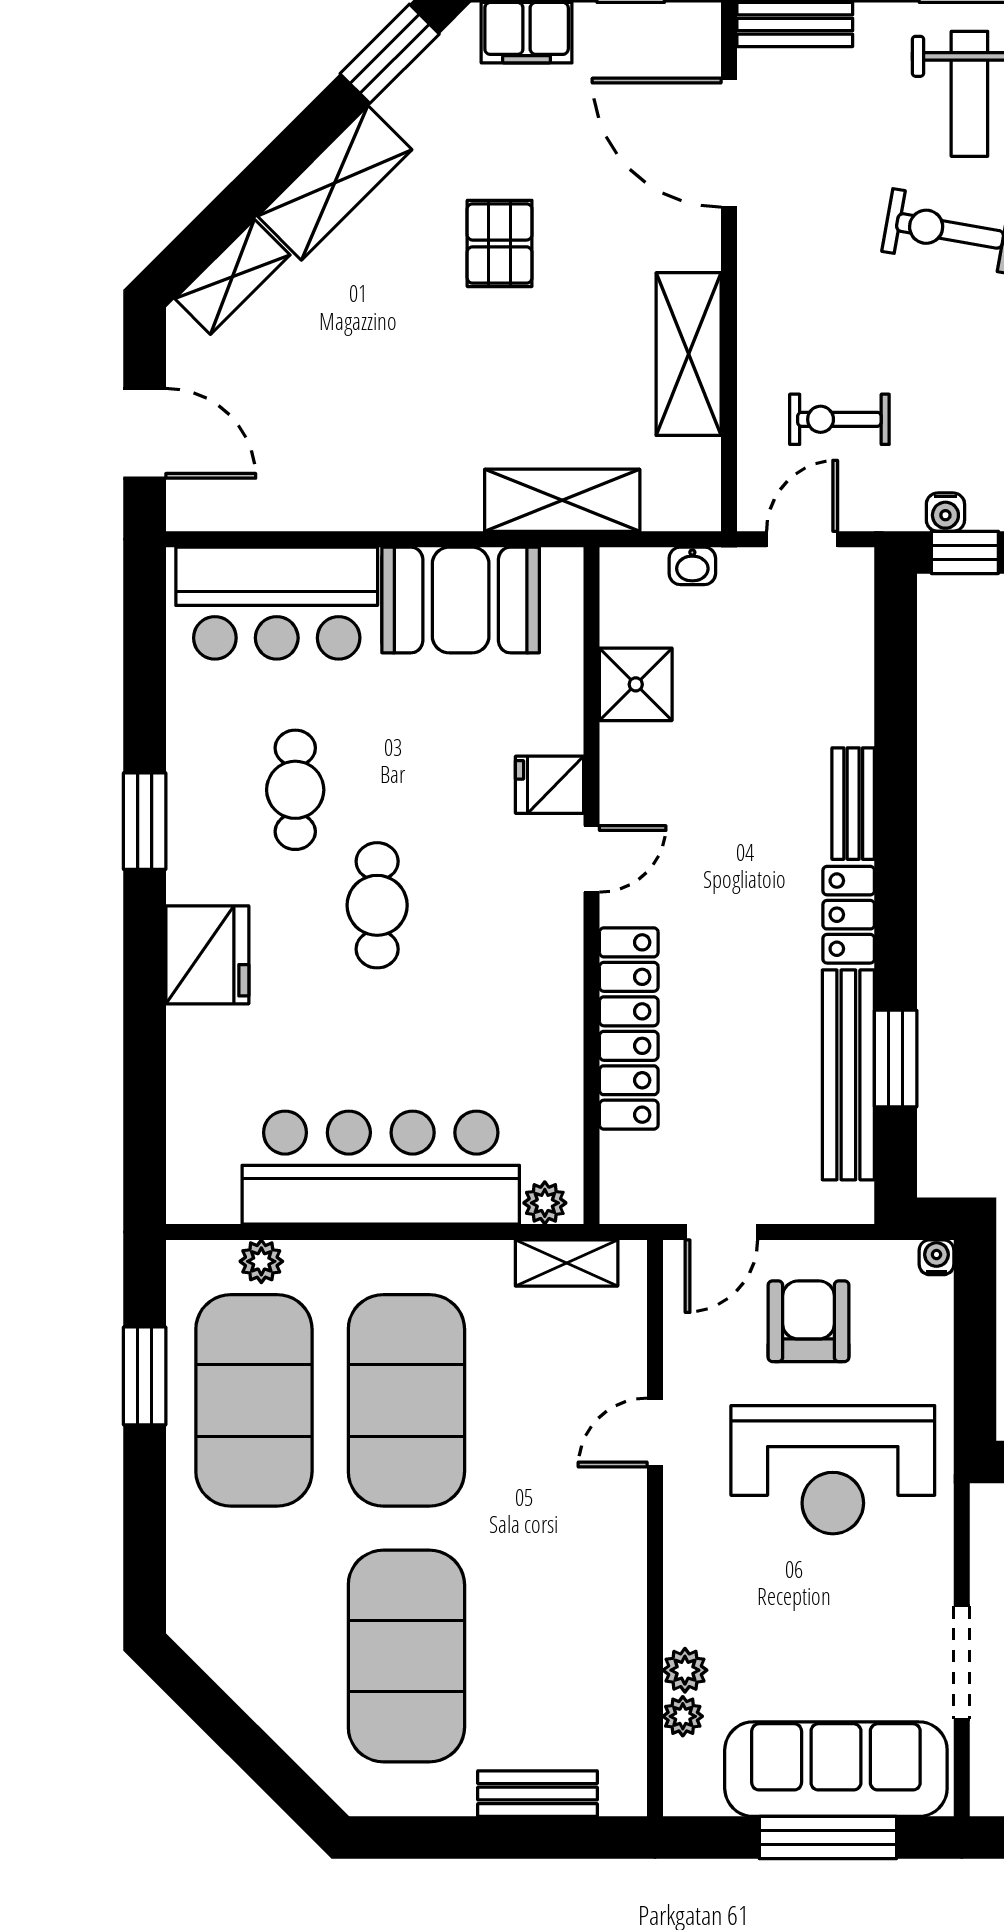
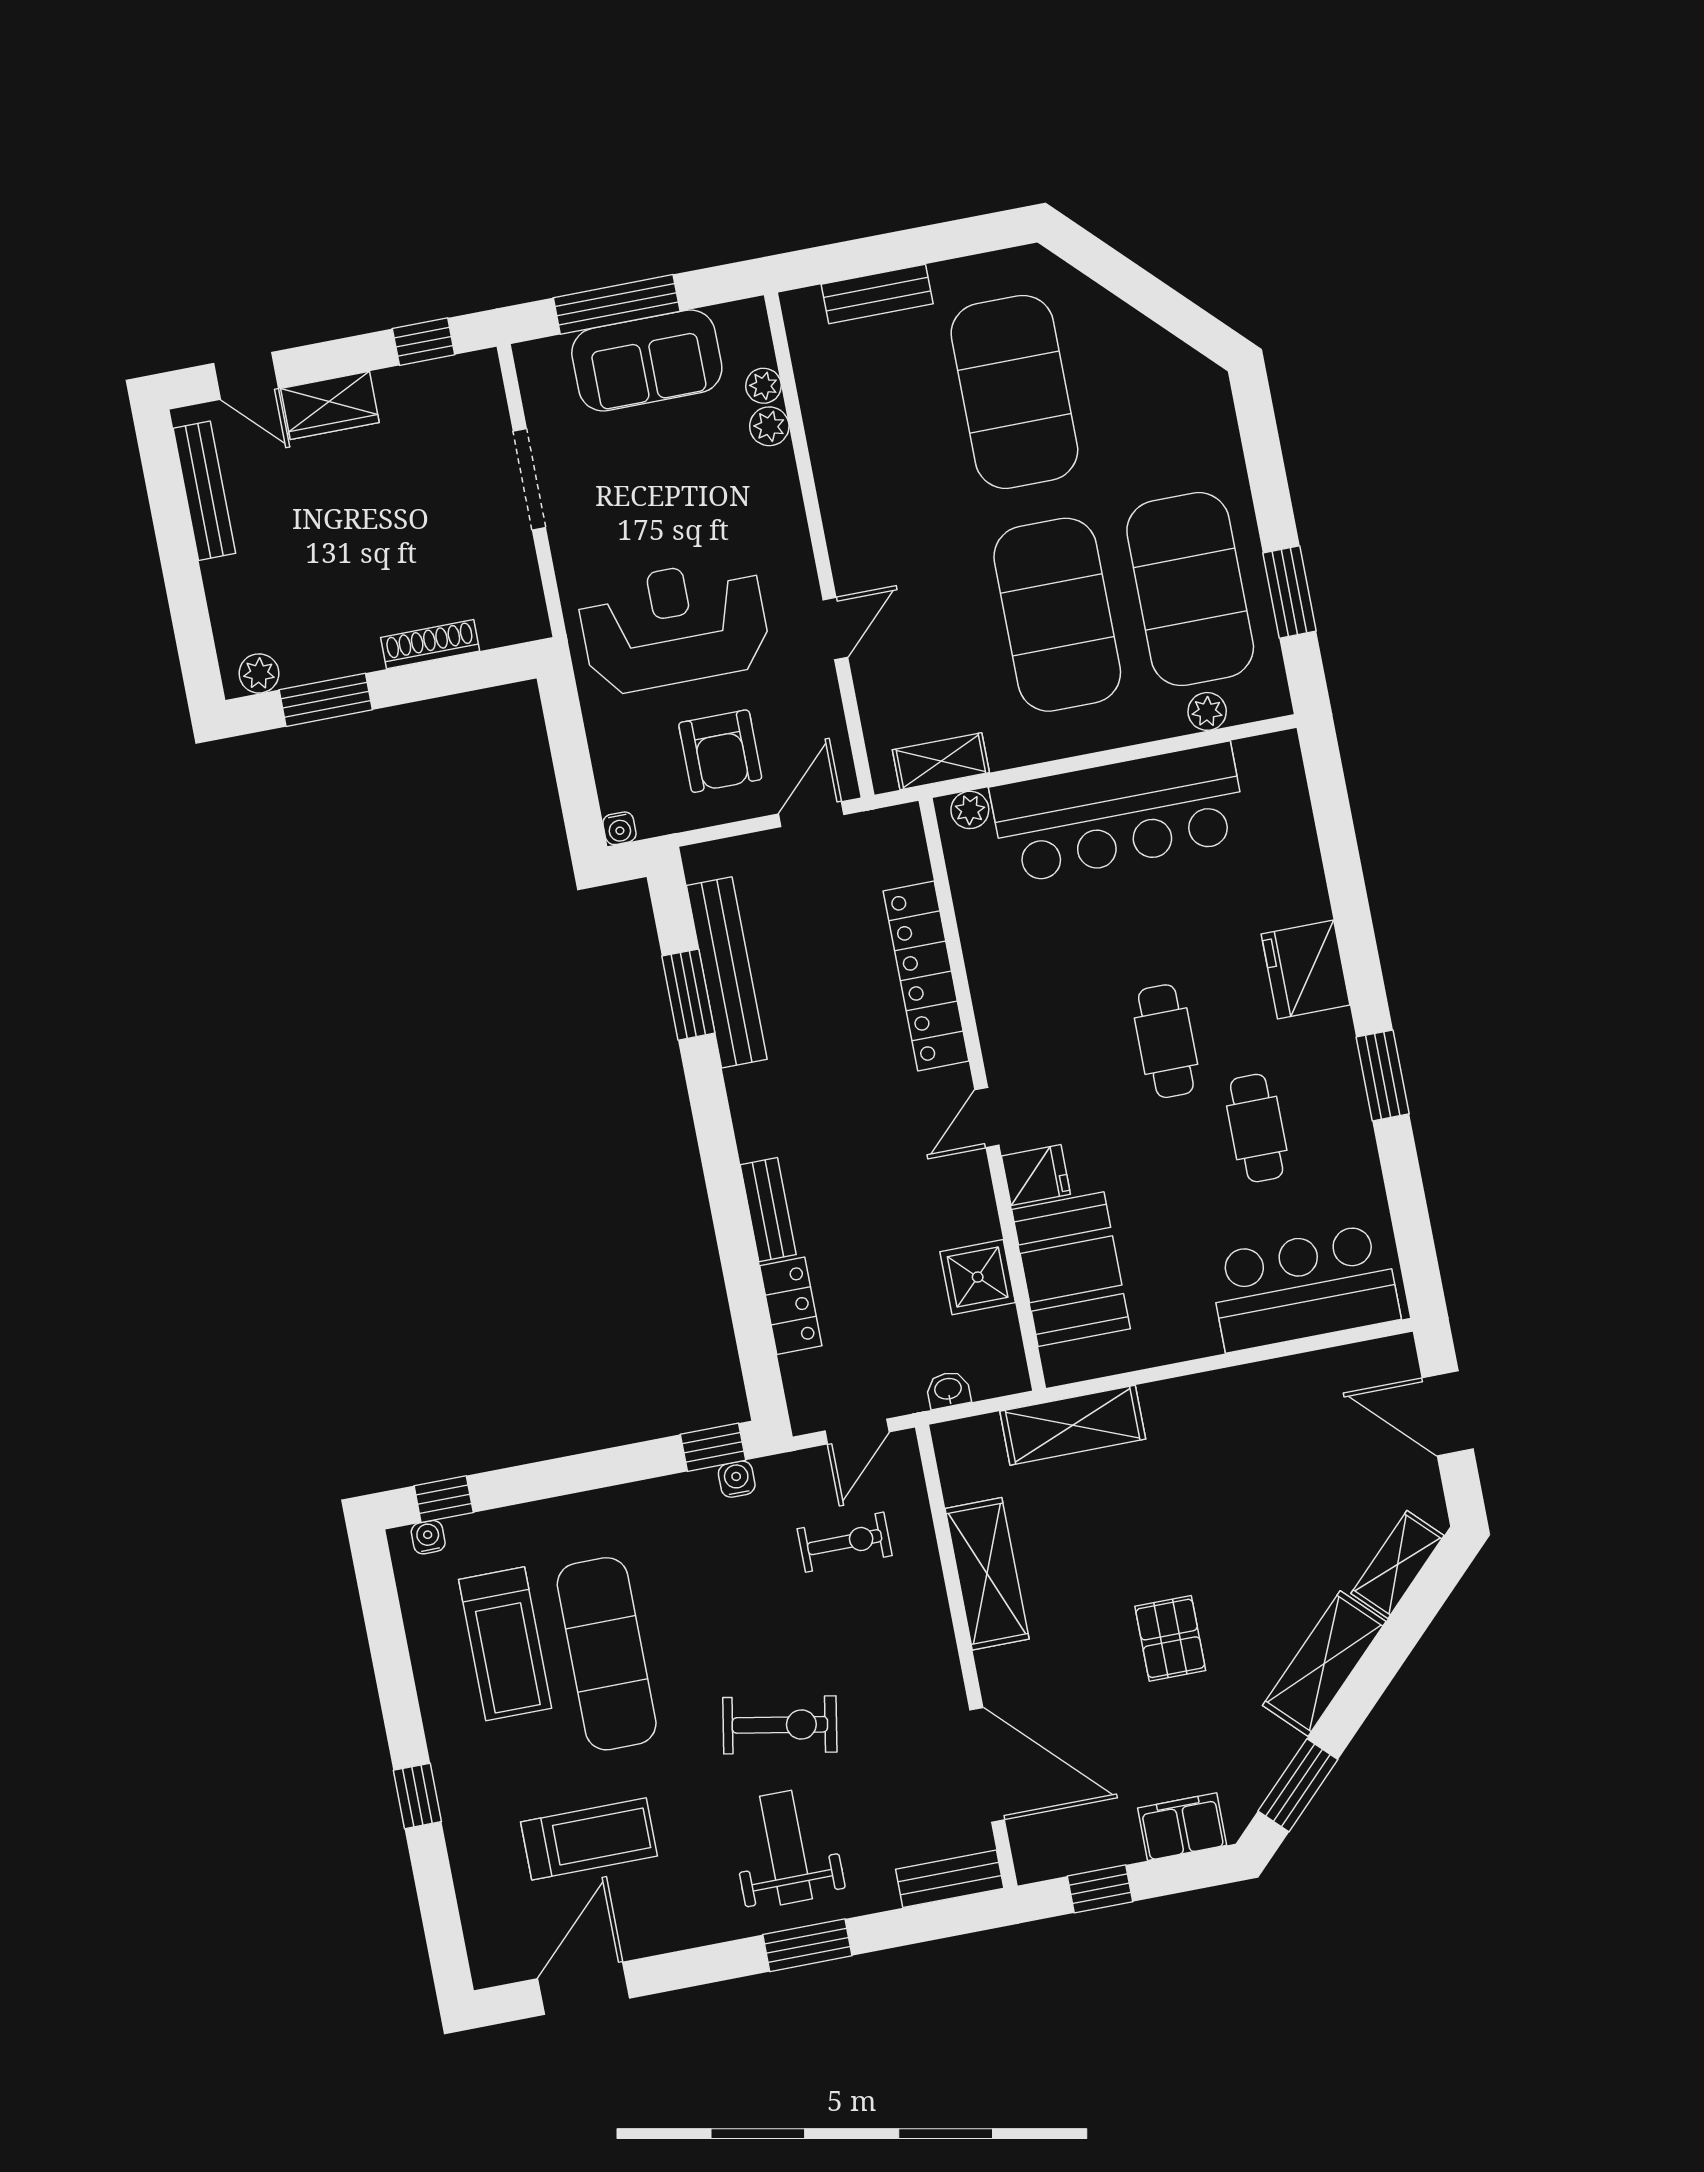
booth: (461, 600) -> (1071, 1269), moved, turned 90
locker: (849, 915) -> (791, 1306), moved
sofa: (836, 1769) -> (647, 360), width x0.73

